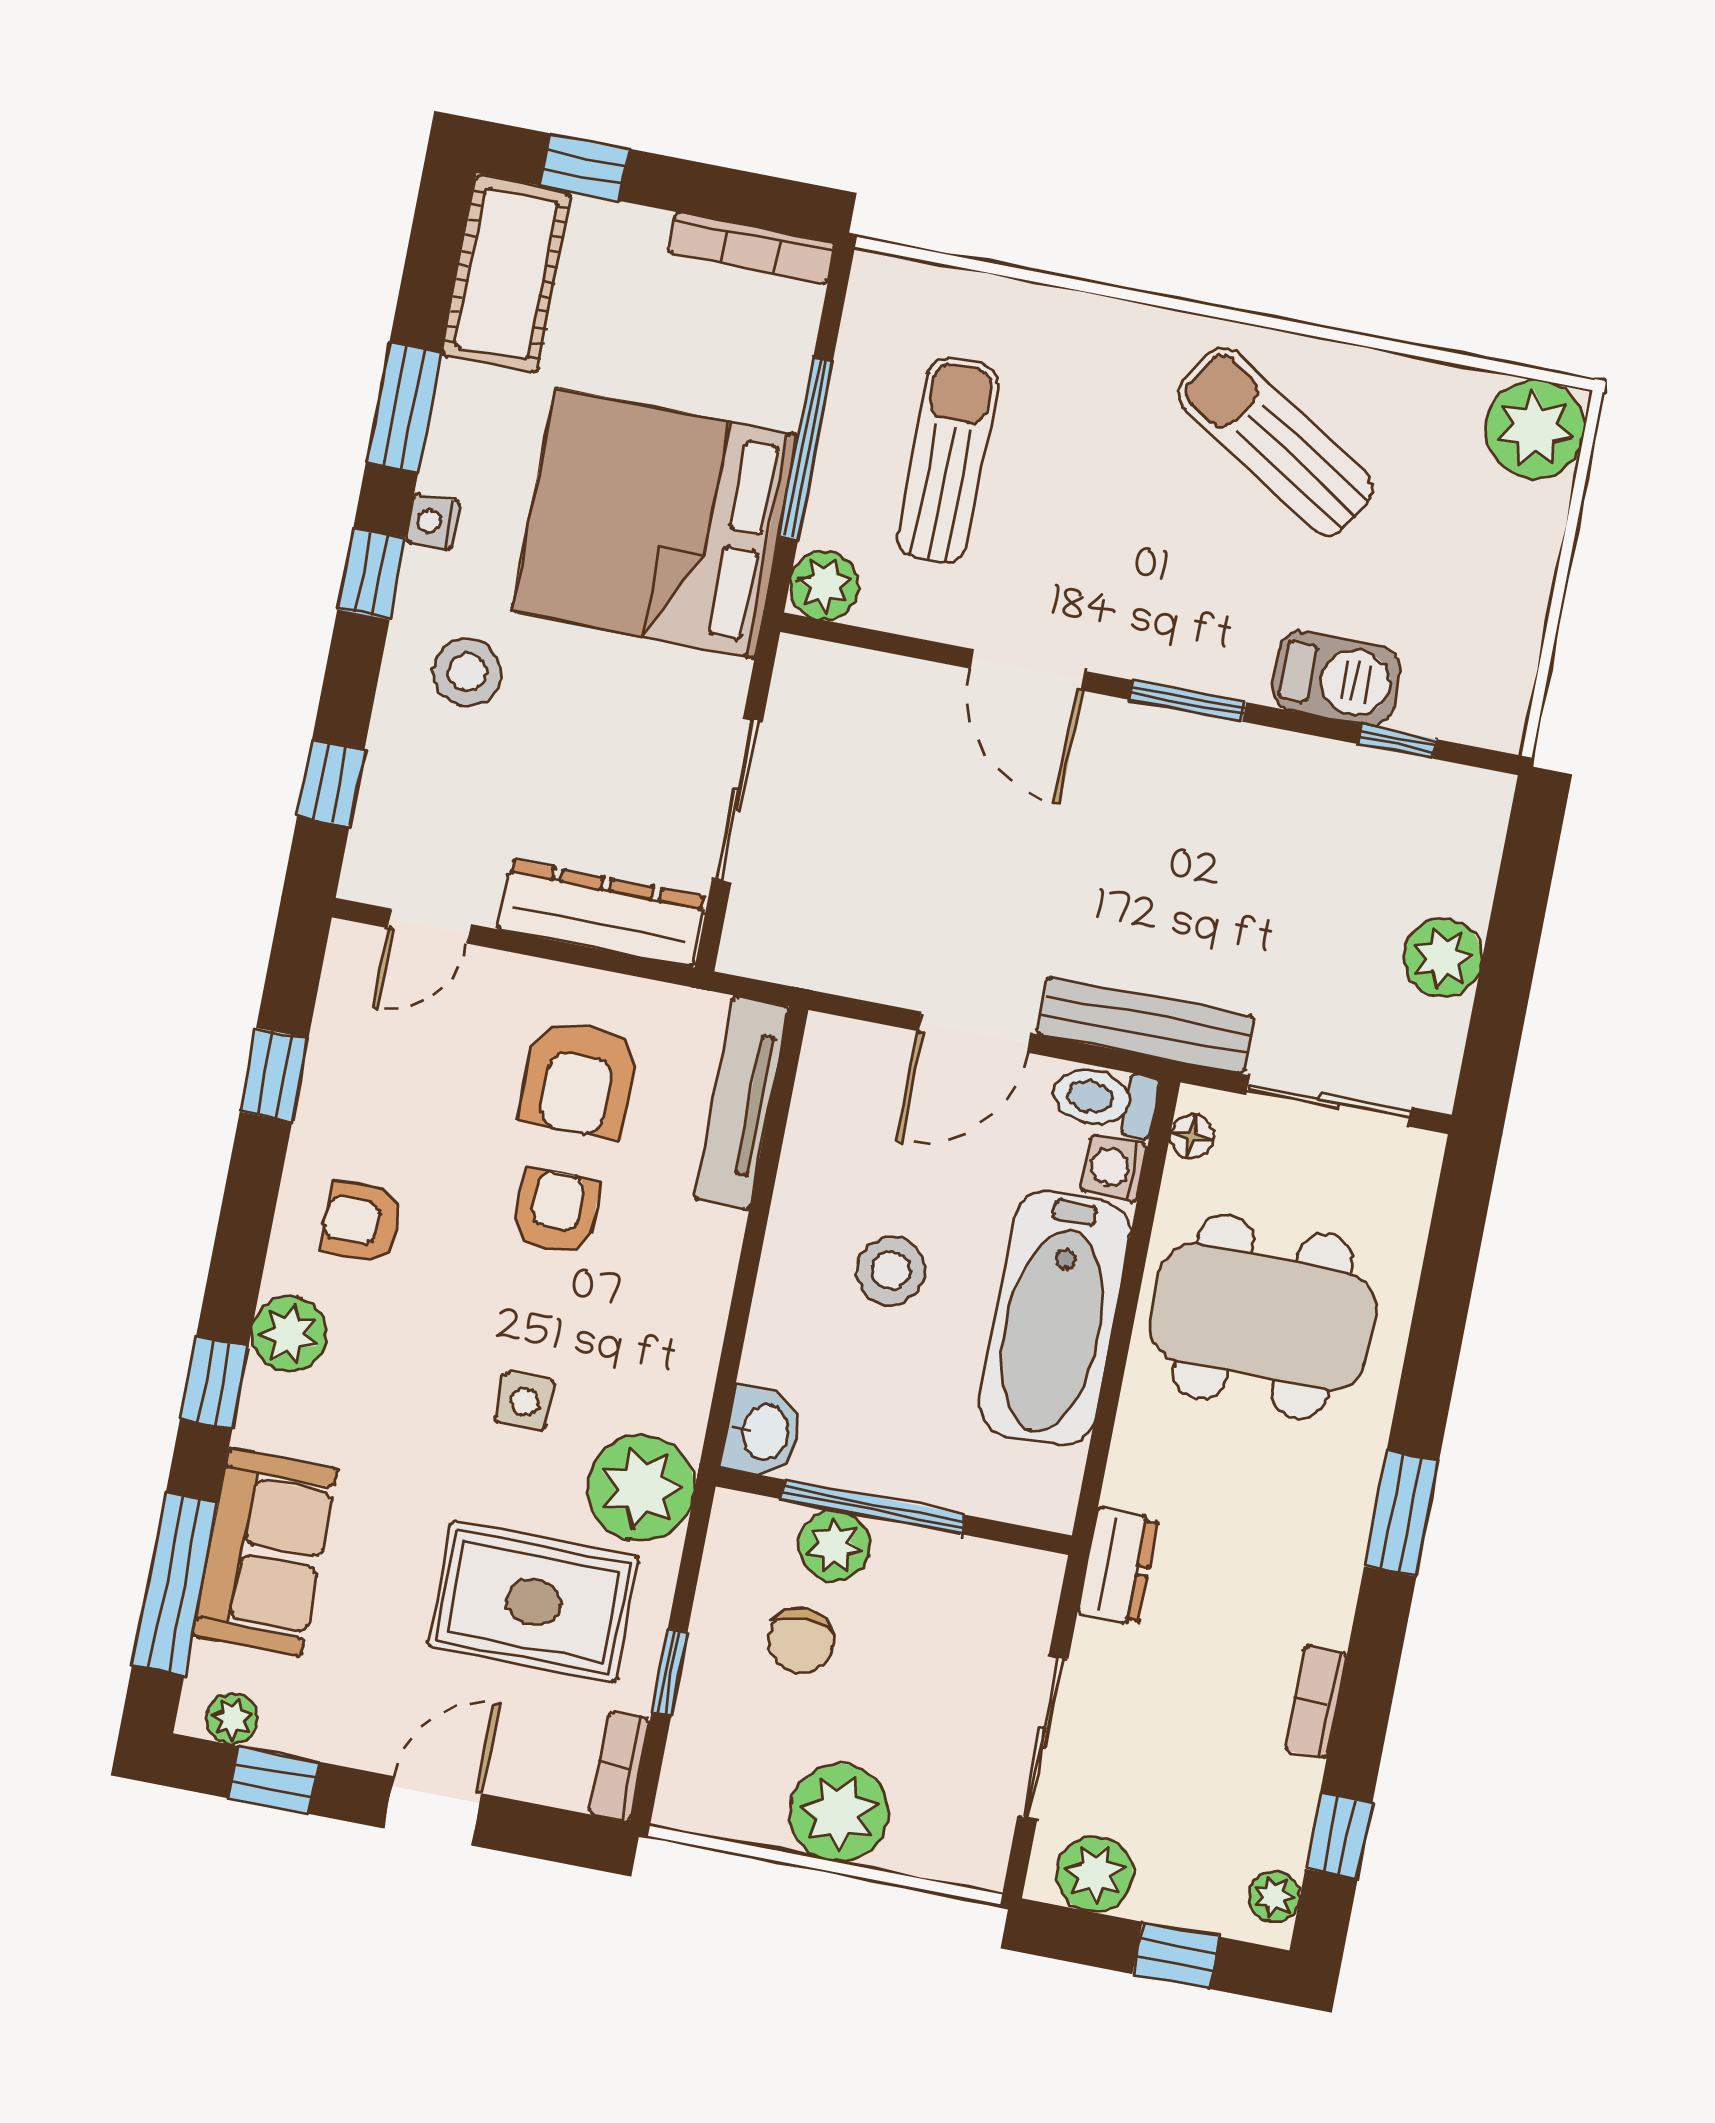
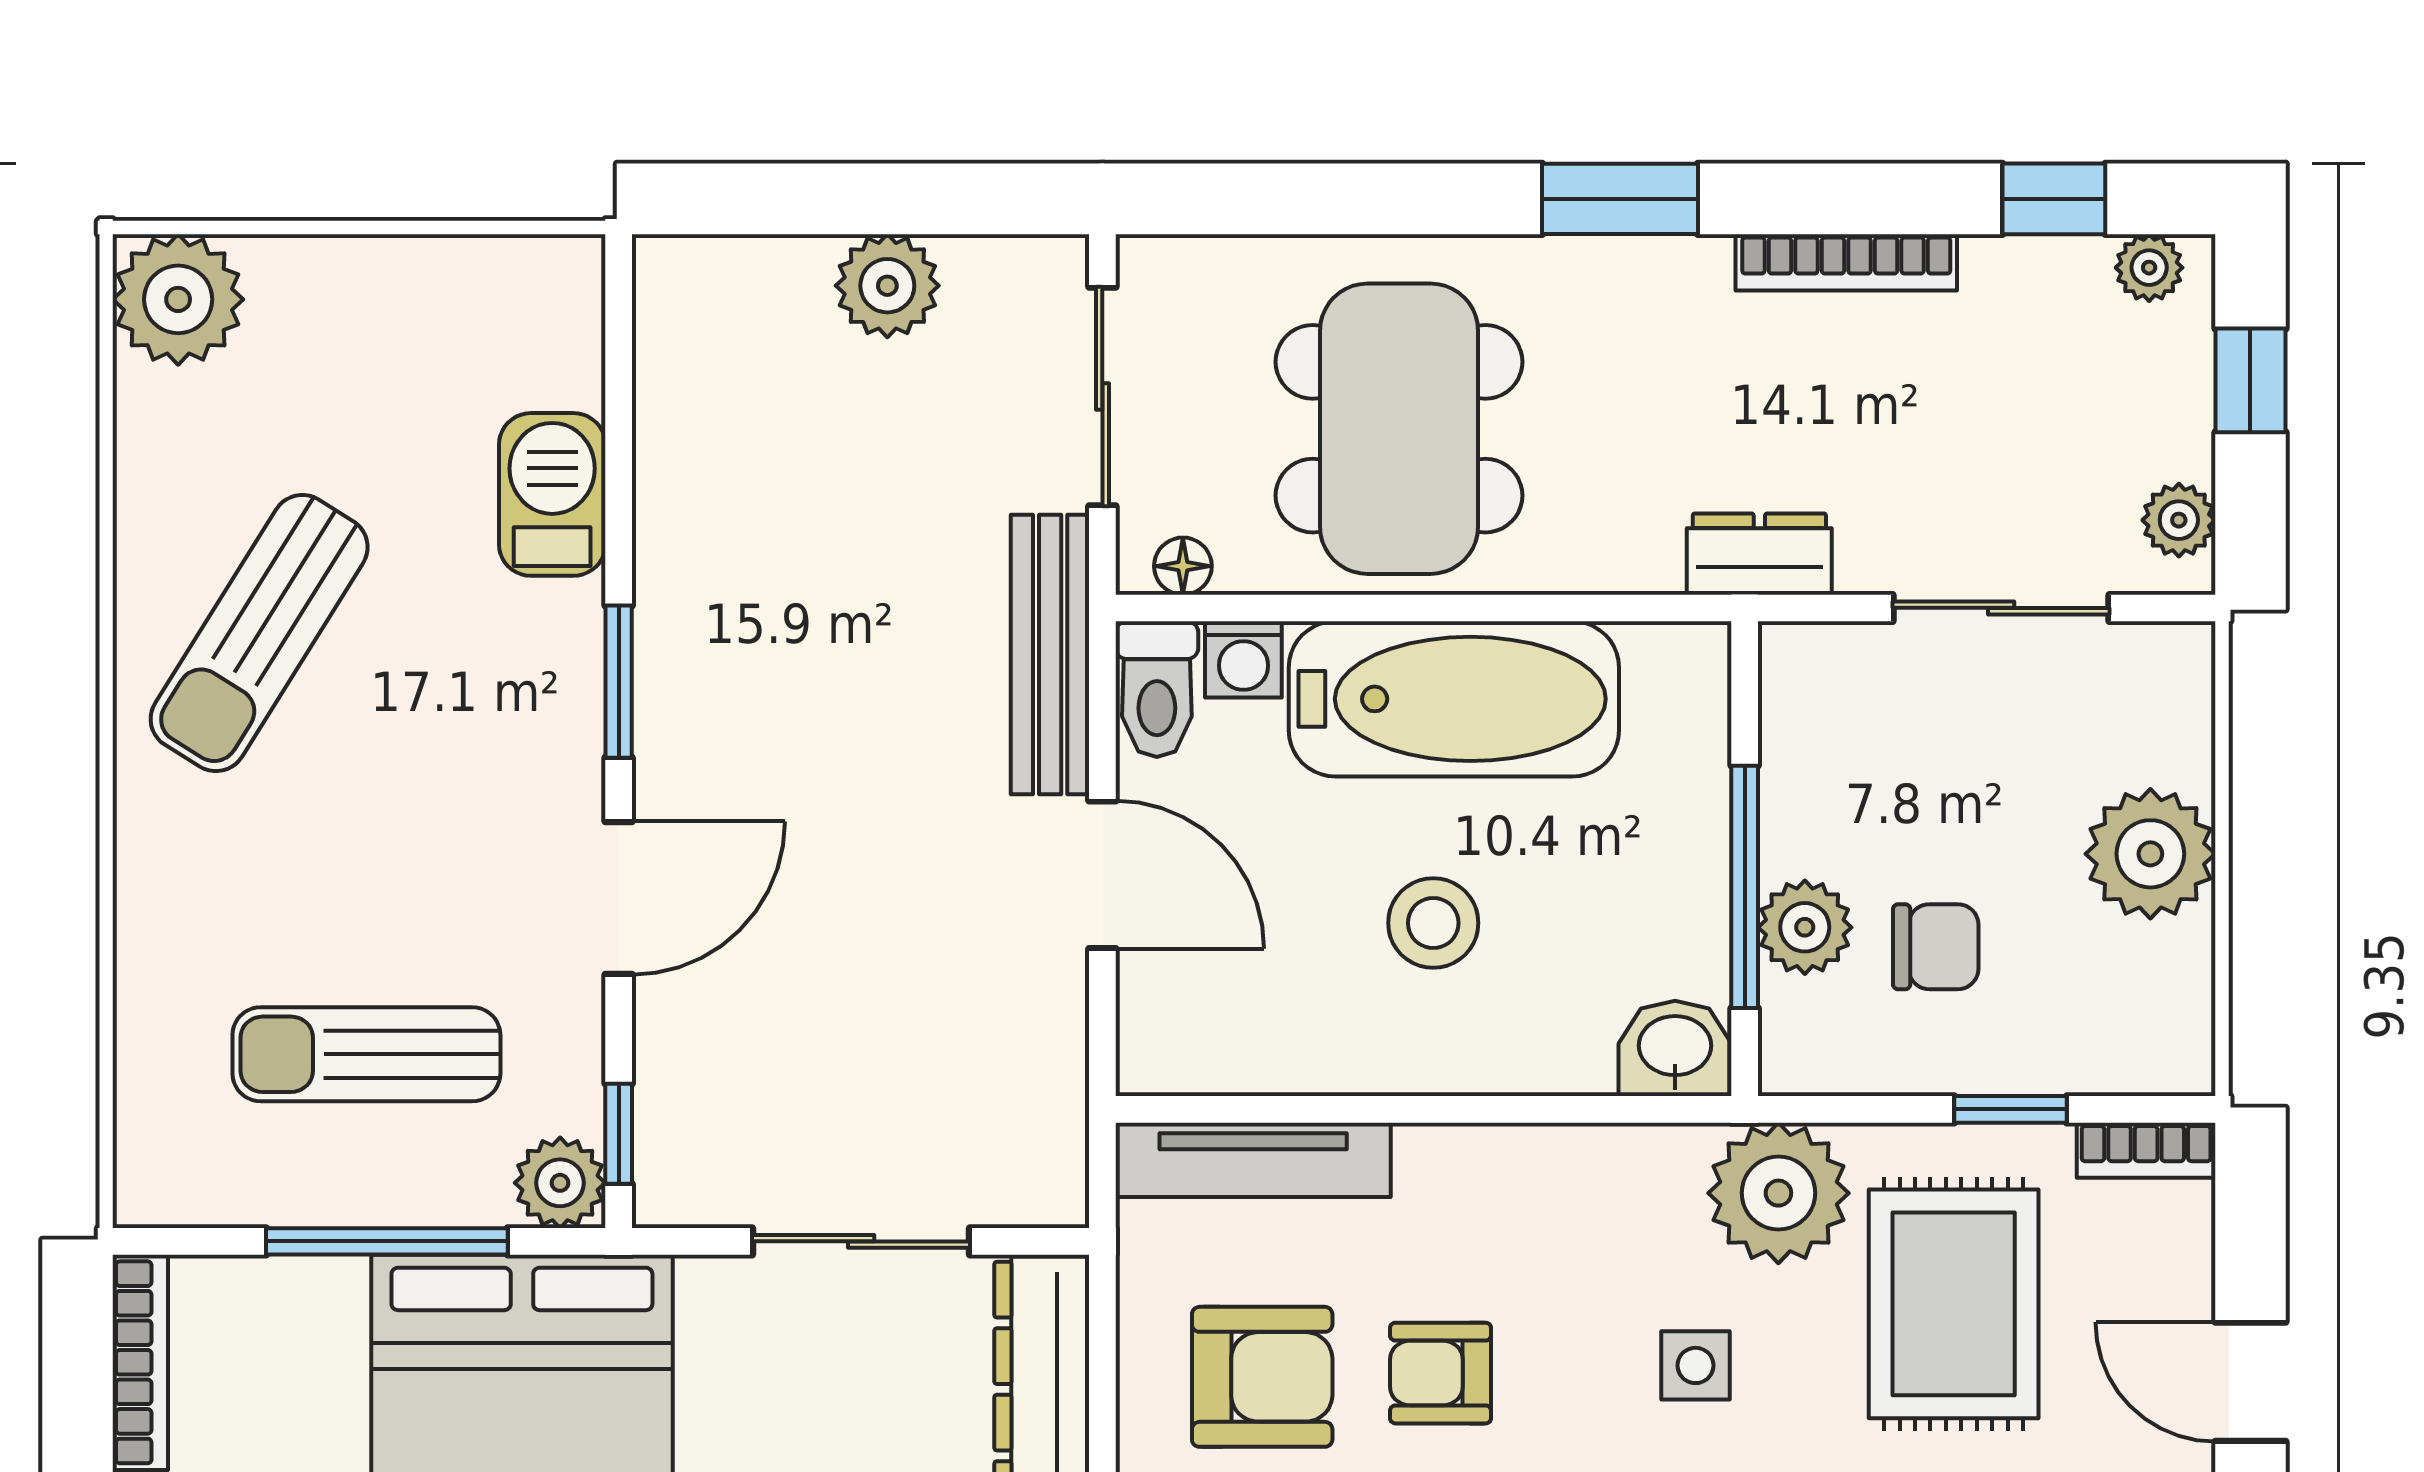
window: (1397, 742) -> (619, 1134), moved
bookcase: (1316, 1702) -> (1846, 262), width x1.56
plant: (1095, 1874) -> (2179, 520), width x0.73, depth x0.73

